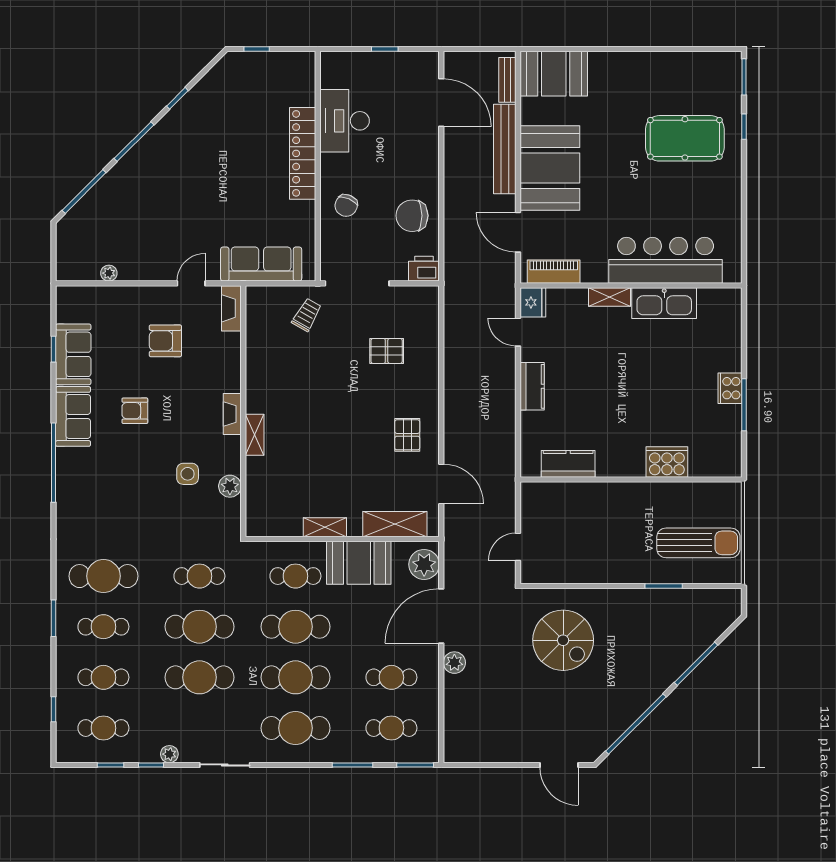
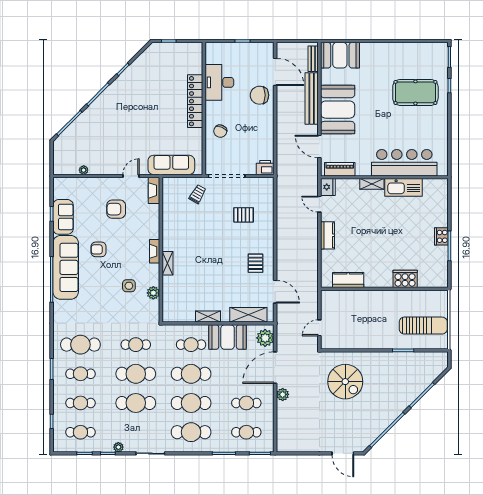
chair: (412, 216) -> (259, 95), moved
sofa: (73, 416) -> (66, 267), width x1.85, depth x1.27

